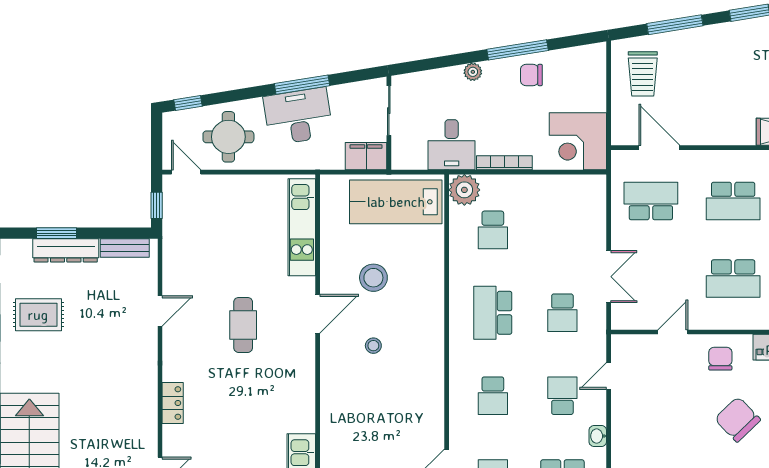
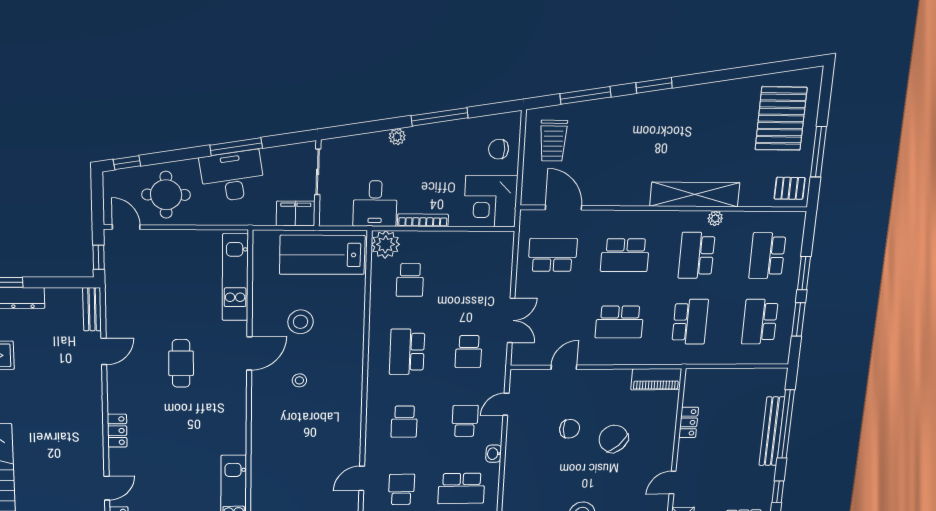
chair: (531, 75) -> (499, 149), moved
bench: (125, 248) -> (92, 309), moved, turned 90
chair: (720, 359) -> (570, 429), moved, turned 88

